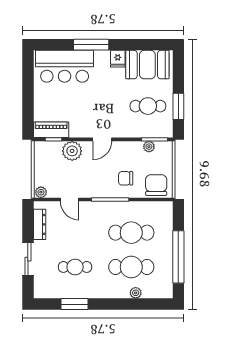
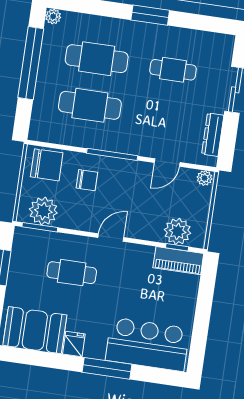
cafe table: (148, 106) -> (72, 273), moved
plant: (149, 147) -> (43, 211), width x1.88, depth x1.88
plant: (72, 151) -> (178, 231), moved
chair: (156, 185) -> (47, 165), turned -90
door: (70, 199) -> (167, 162), swing flipped
plant: (136, 293) -> (53, 17), moved
window: (75, 304) -> (150, 15), moved

